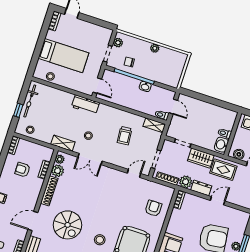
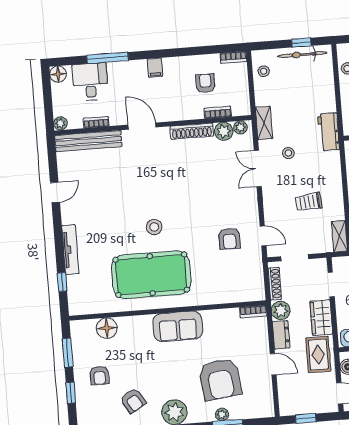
window: (18, 110) -> (301, 43), moved
armchair: (153, 208) -> (229, 239), moved, turned 90
spiral stairs: (68, 225) -> (156, 175), removed

